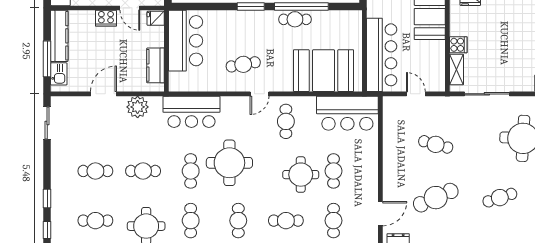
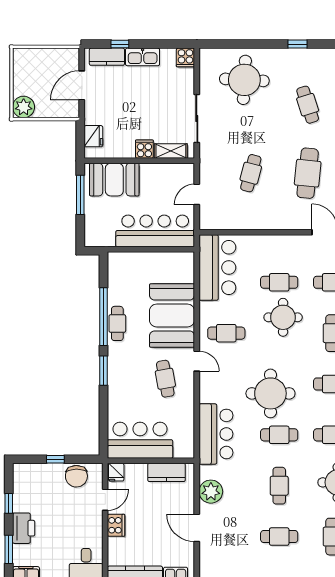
booth: (324, 71) -> (172, 315), moved
cafe table: (95, 171) -> (279, 537), turned 90
cafe table: (436, 198) -> (308, 173), turned 30

